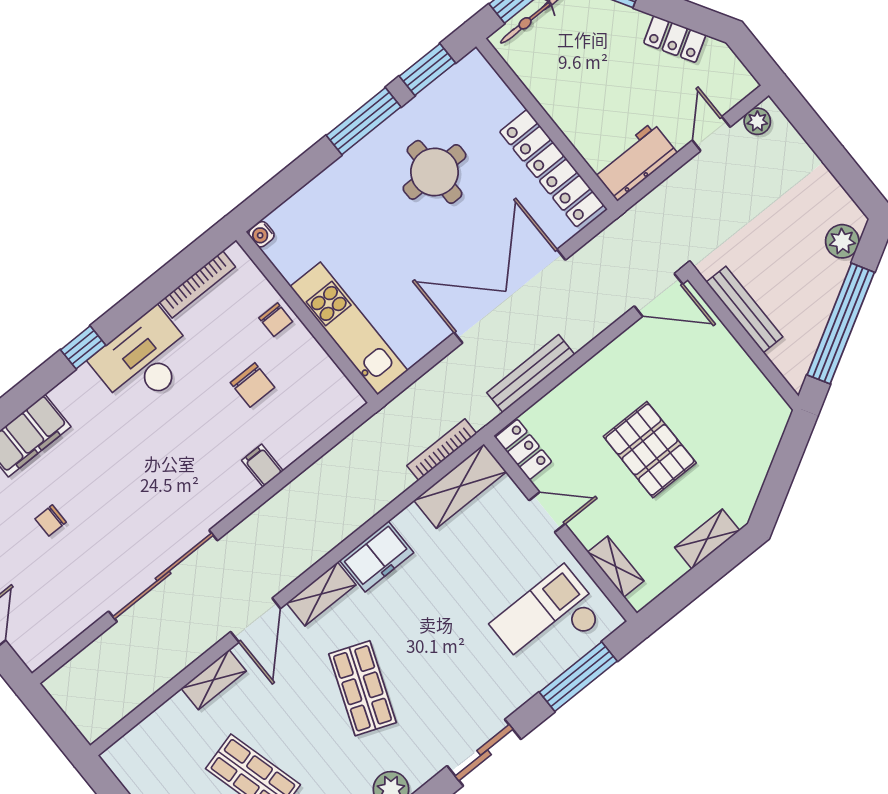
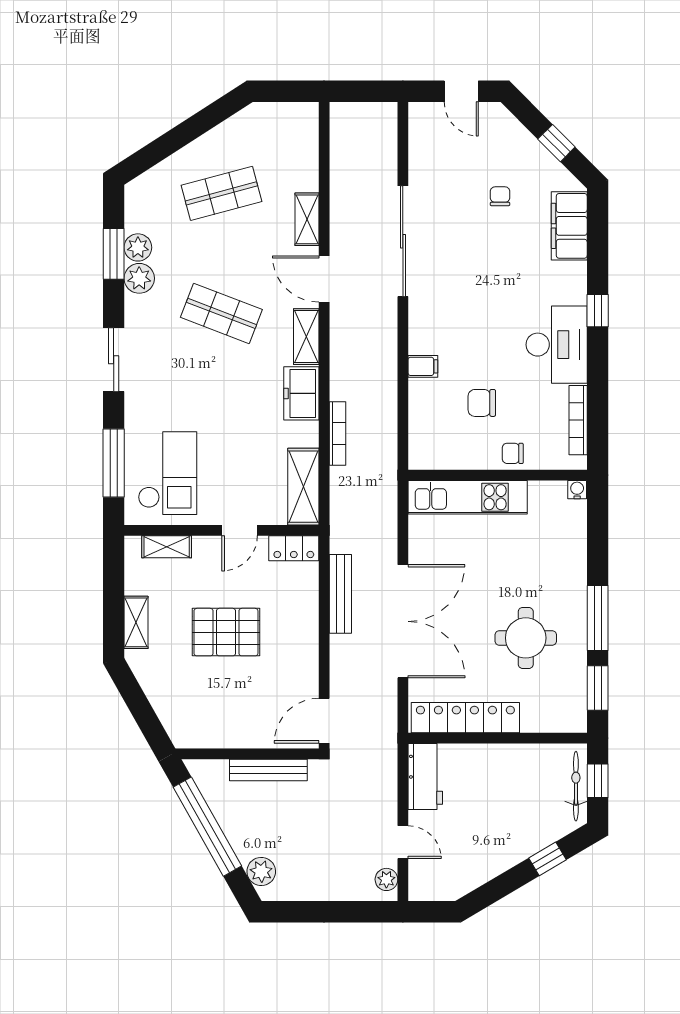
locker: (675, 39) -> (485, 869), removed
bookcase: (442, 450) -> (337, 433), moved

